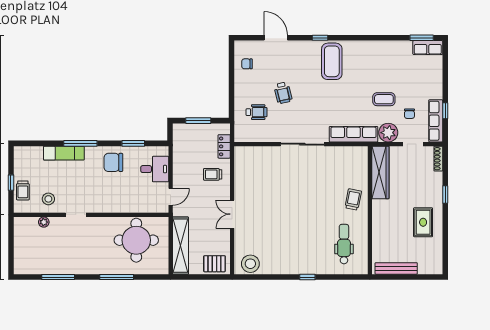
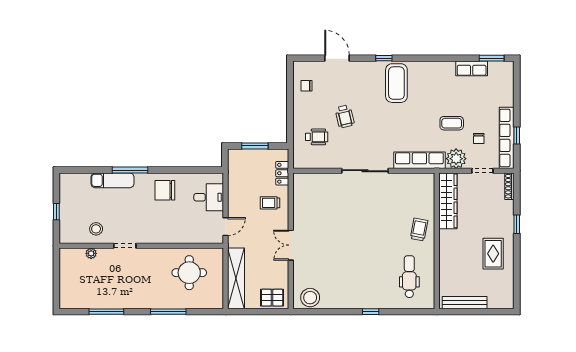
row of seats: (428, 48) -> (472, 68), moved
row of seats: (436, 121) -> (507, 138), width x1.36
window: (133, 143) -> (186, 170), removed
trolley: (23, 191) -> (69, 220), removed
round table: (136, 240) -> (189, 273), width x0.73, depth x0.73

